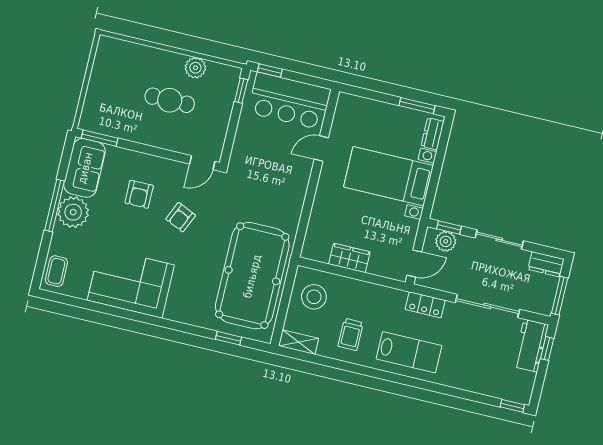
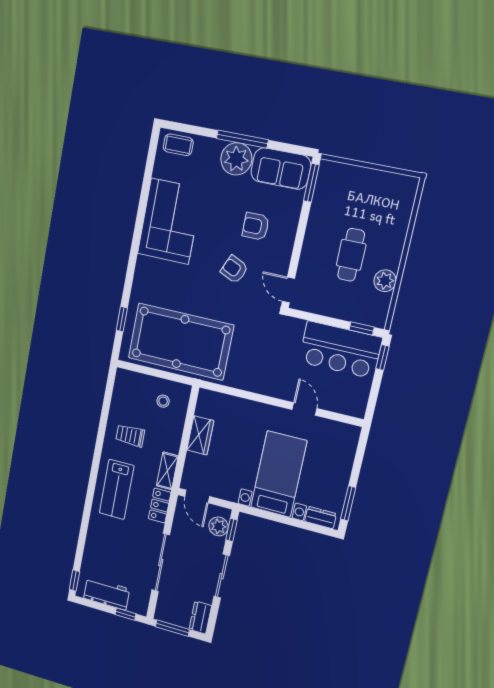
bar counter: (289, 101) -> (340, 350), moved, turned -90
stool: (314, 297) -> (163, 401), width x0.53, depth x0.53
shelving: (298, 342) -> (167, 471), moved
workbench: (531, 346) -> (107, 594), moved

